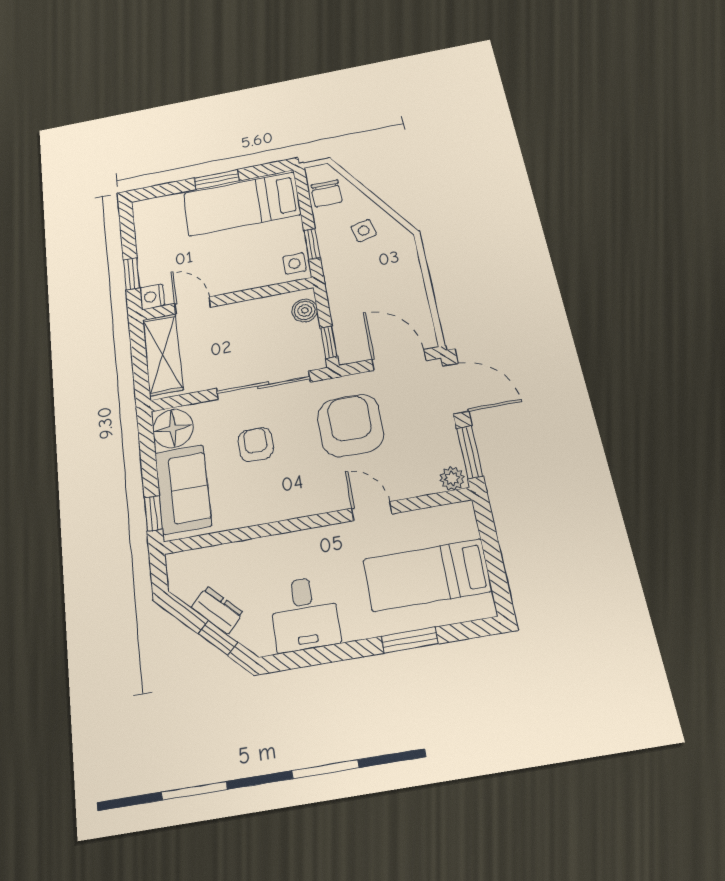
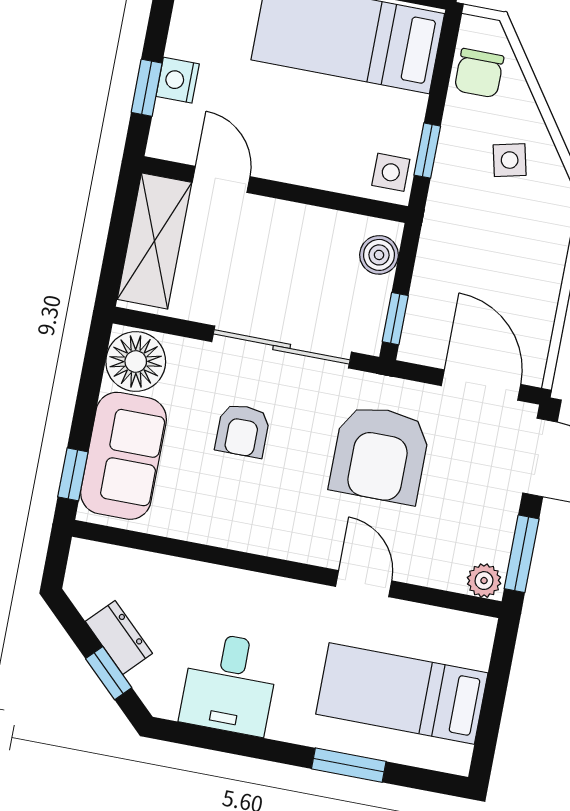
nightstand: (152, 297) -> (178, 80), moved
armchair: (351, 425) -> (380, 454), turned 180
armchair: (256, 444) -> (243, 431), turned 180

